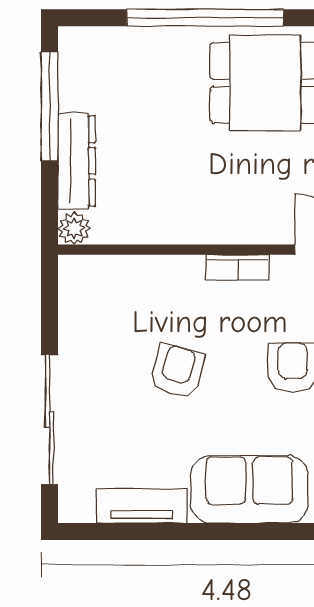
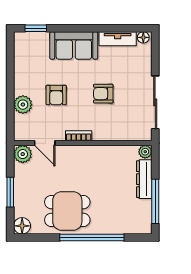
armchair: (177, 371) -> (103, 94), turned 74
sliding door: (50, 419) -> (155, 102), moved
floor lamp: (79, 509) -> (143, 37), added

